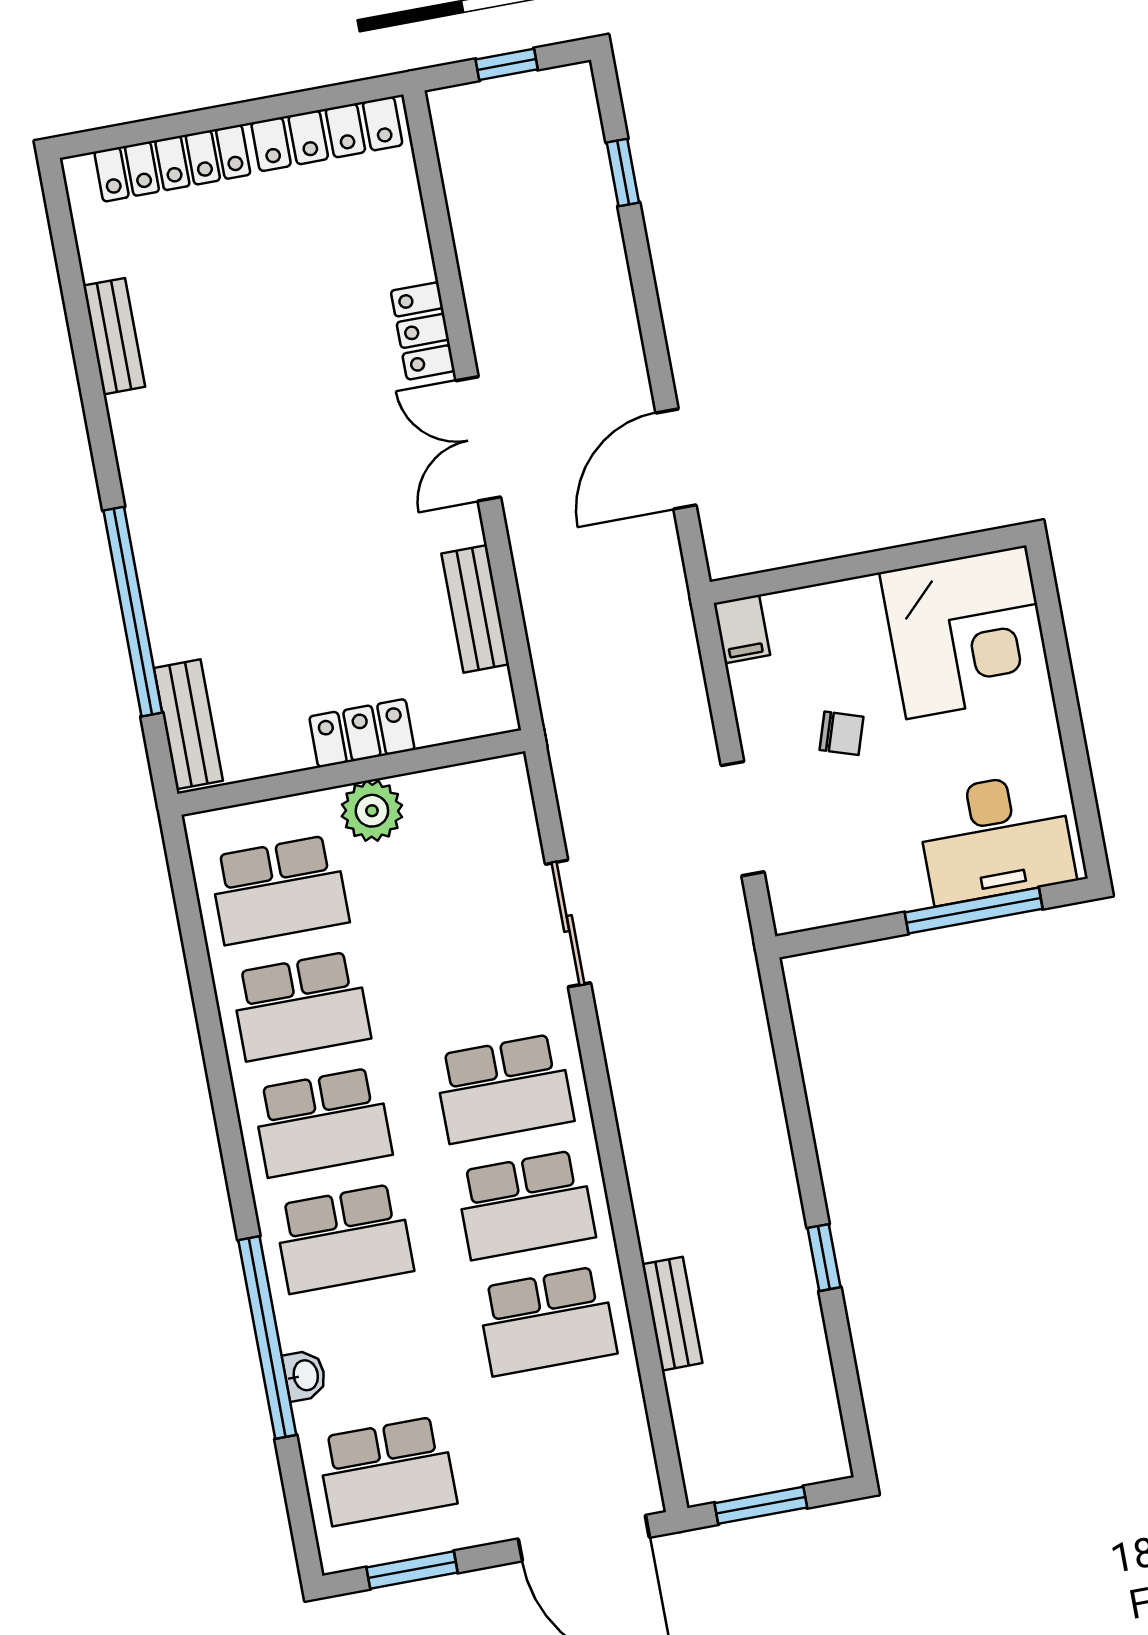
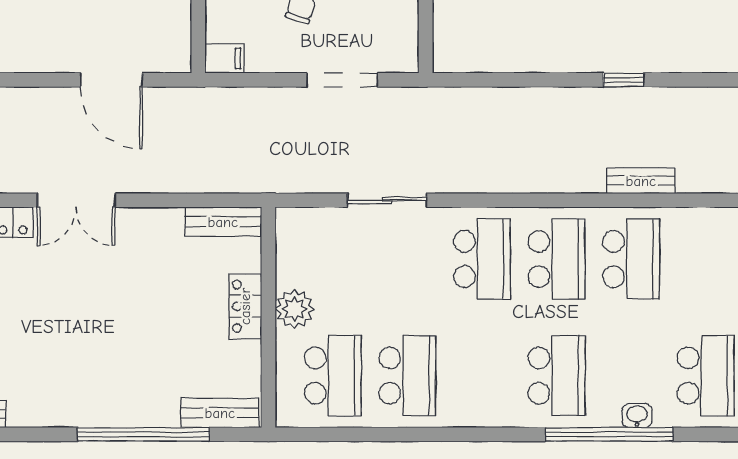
bench: (475, 609) -> (223, 222), moved
school desk: (322, 1122) -> (482, 376), removed

